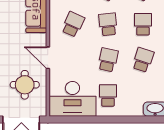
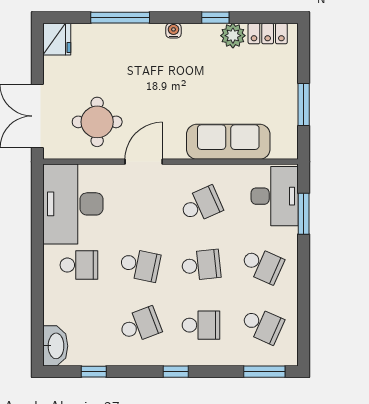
school desk: (73, 24) -> (201, 205), turned -48
school desk: (143, 60) -> (140, 325), turned -39

